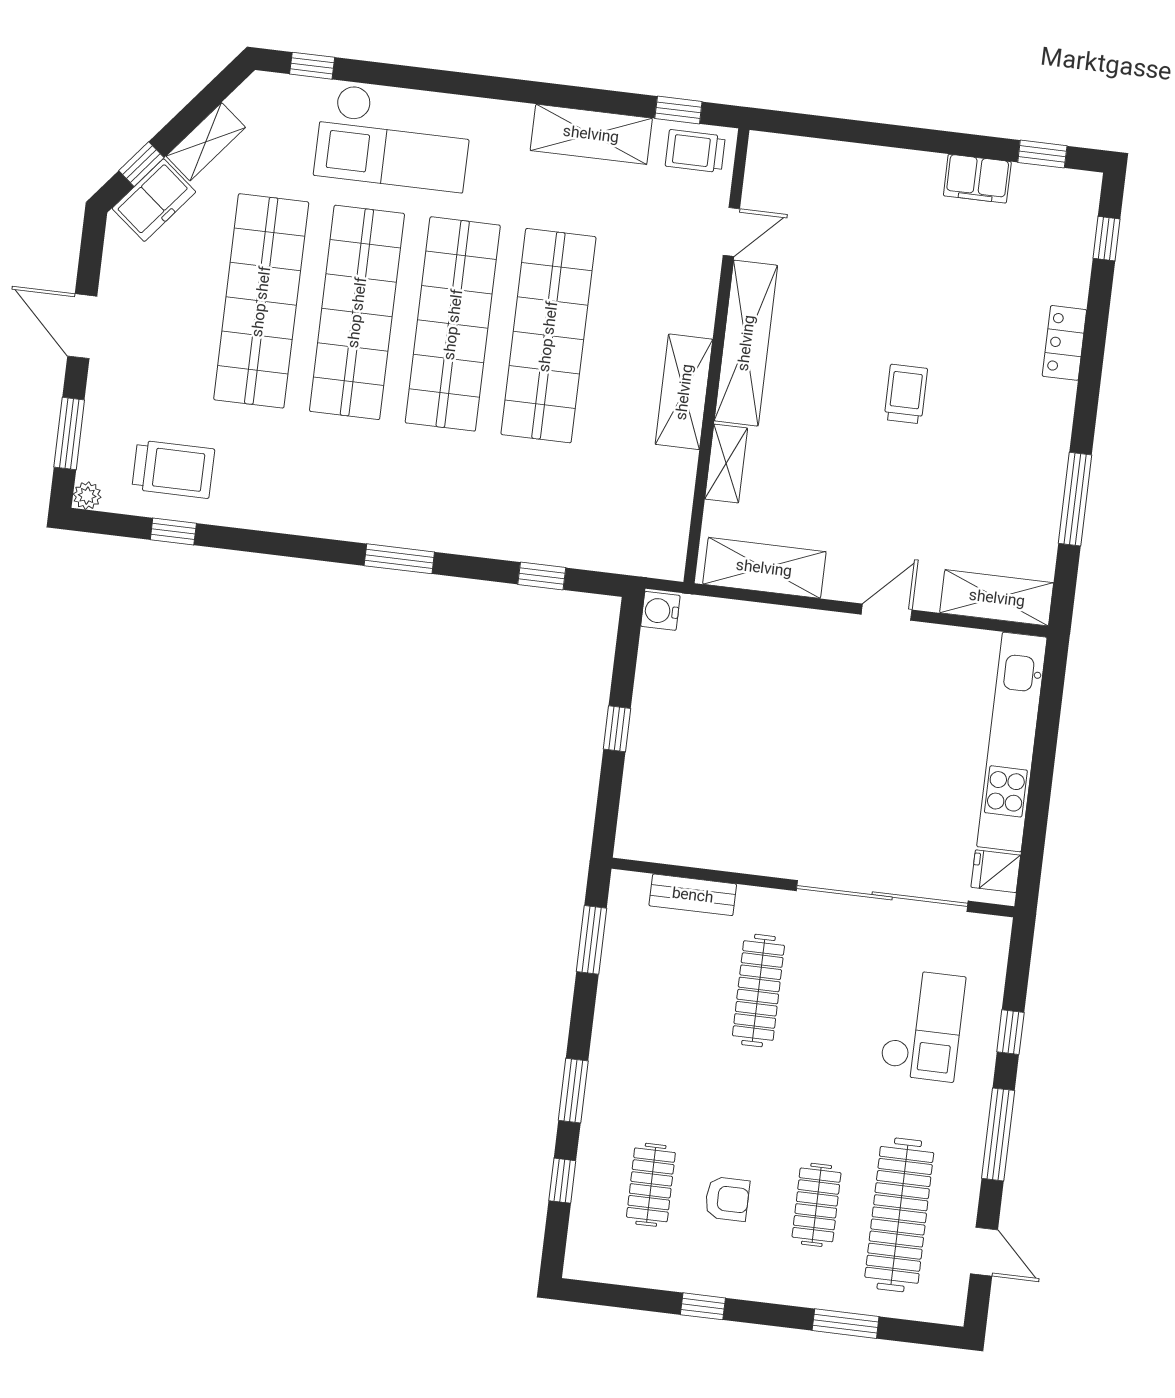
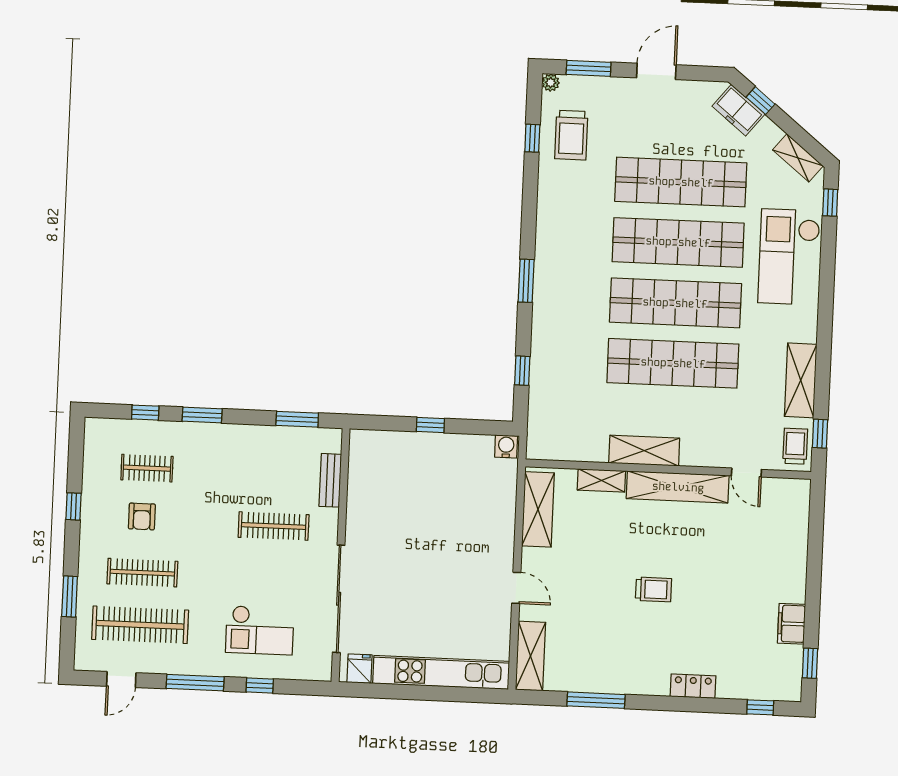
shelving: (206, 142) -> (798, 158), moved
clothes rail: (816, 1205) -> (142, 573), width x1.36

